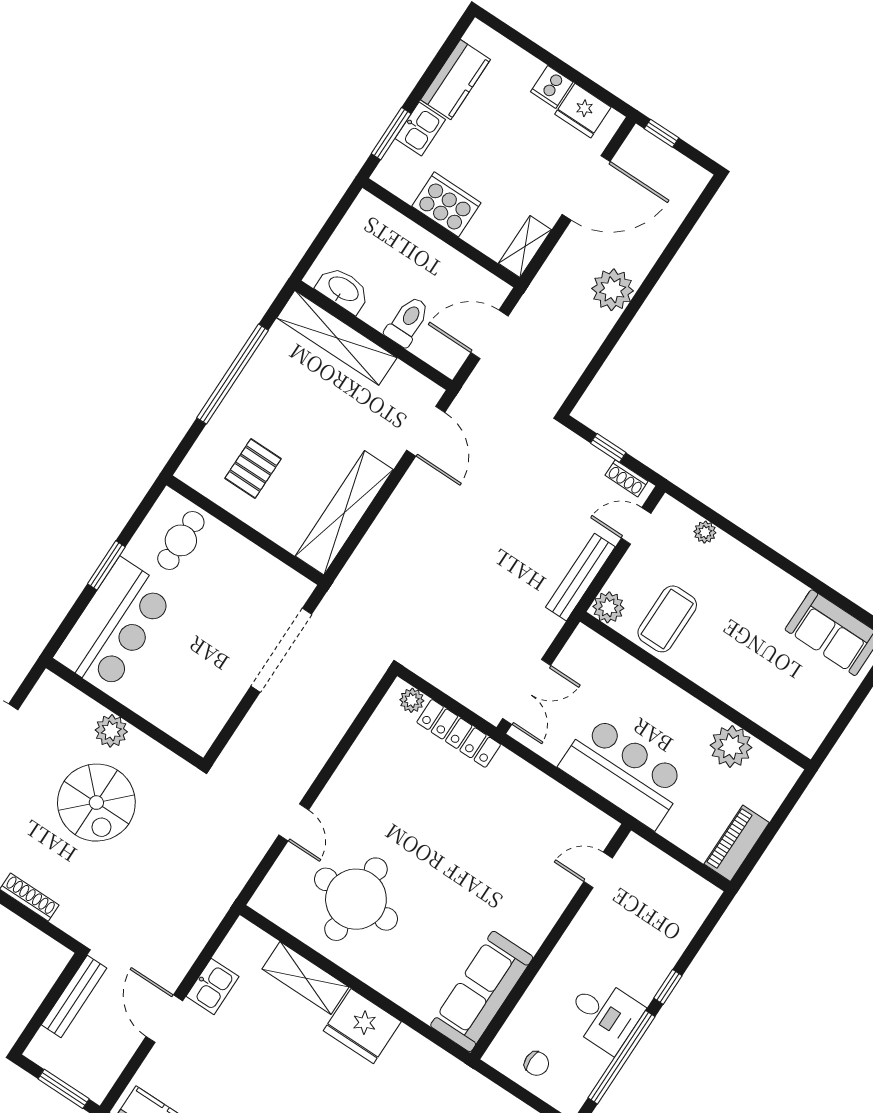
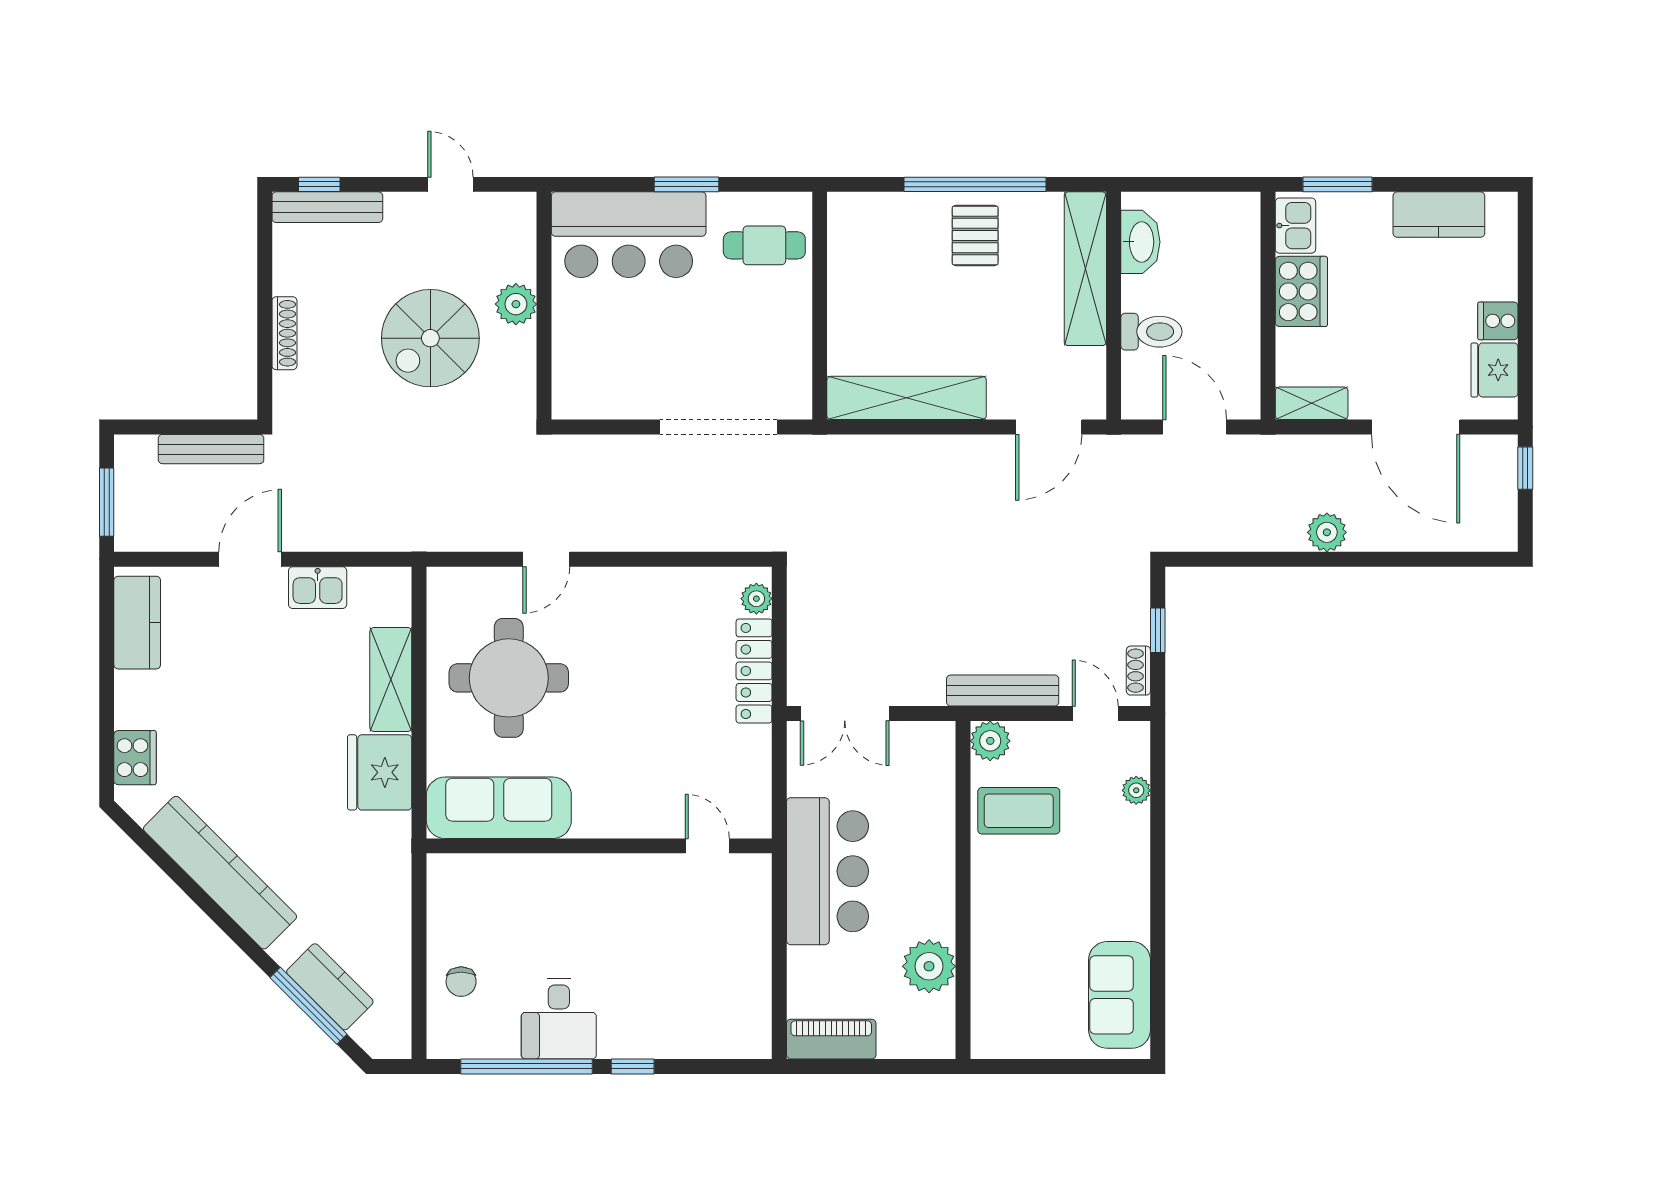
kitchen sink: (420, 129) -> (1295, 226), moved, turned -90
plant: (613, 290) -> (1327, 532), width x0.73, depth x0.73
pallet: (253, 468) -> (975, 235), moved, turned 90
door: (598, 870) -> (707, 846), moved
wall: (551, 942) -> (599, 846), moved
sofa: (482, 991) -> (499, 808), moved

